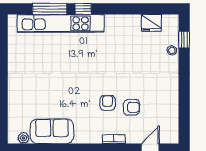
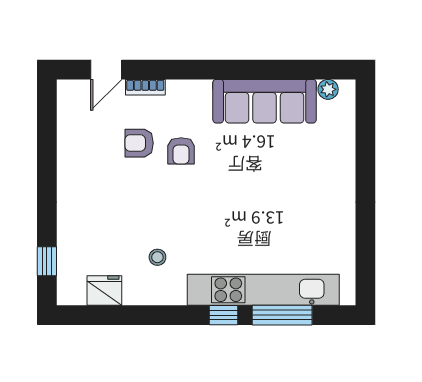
stool: (172, 50) -> (157, 257), moved
sofa: (52, 131) -> (265, 101), width x1.36
bookcase: (114, 139) -> (145, 87), moved

